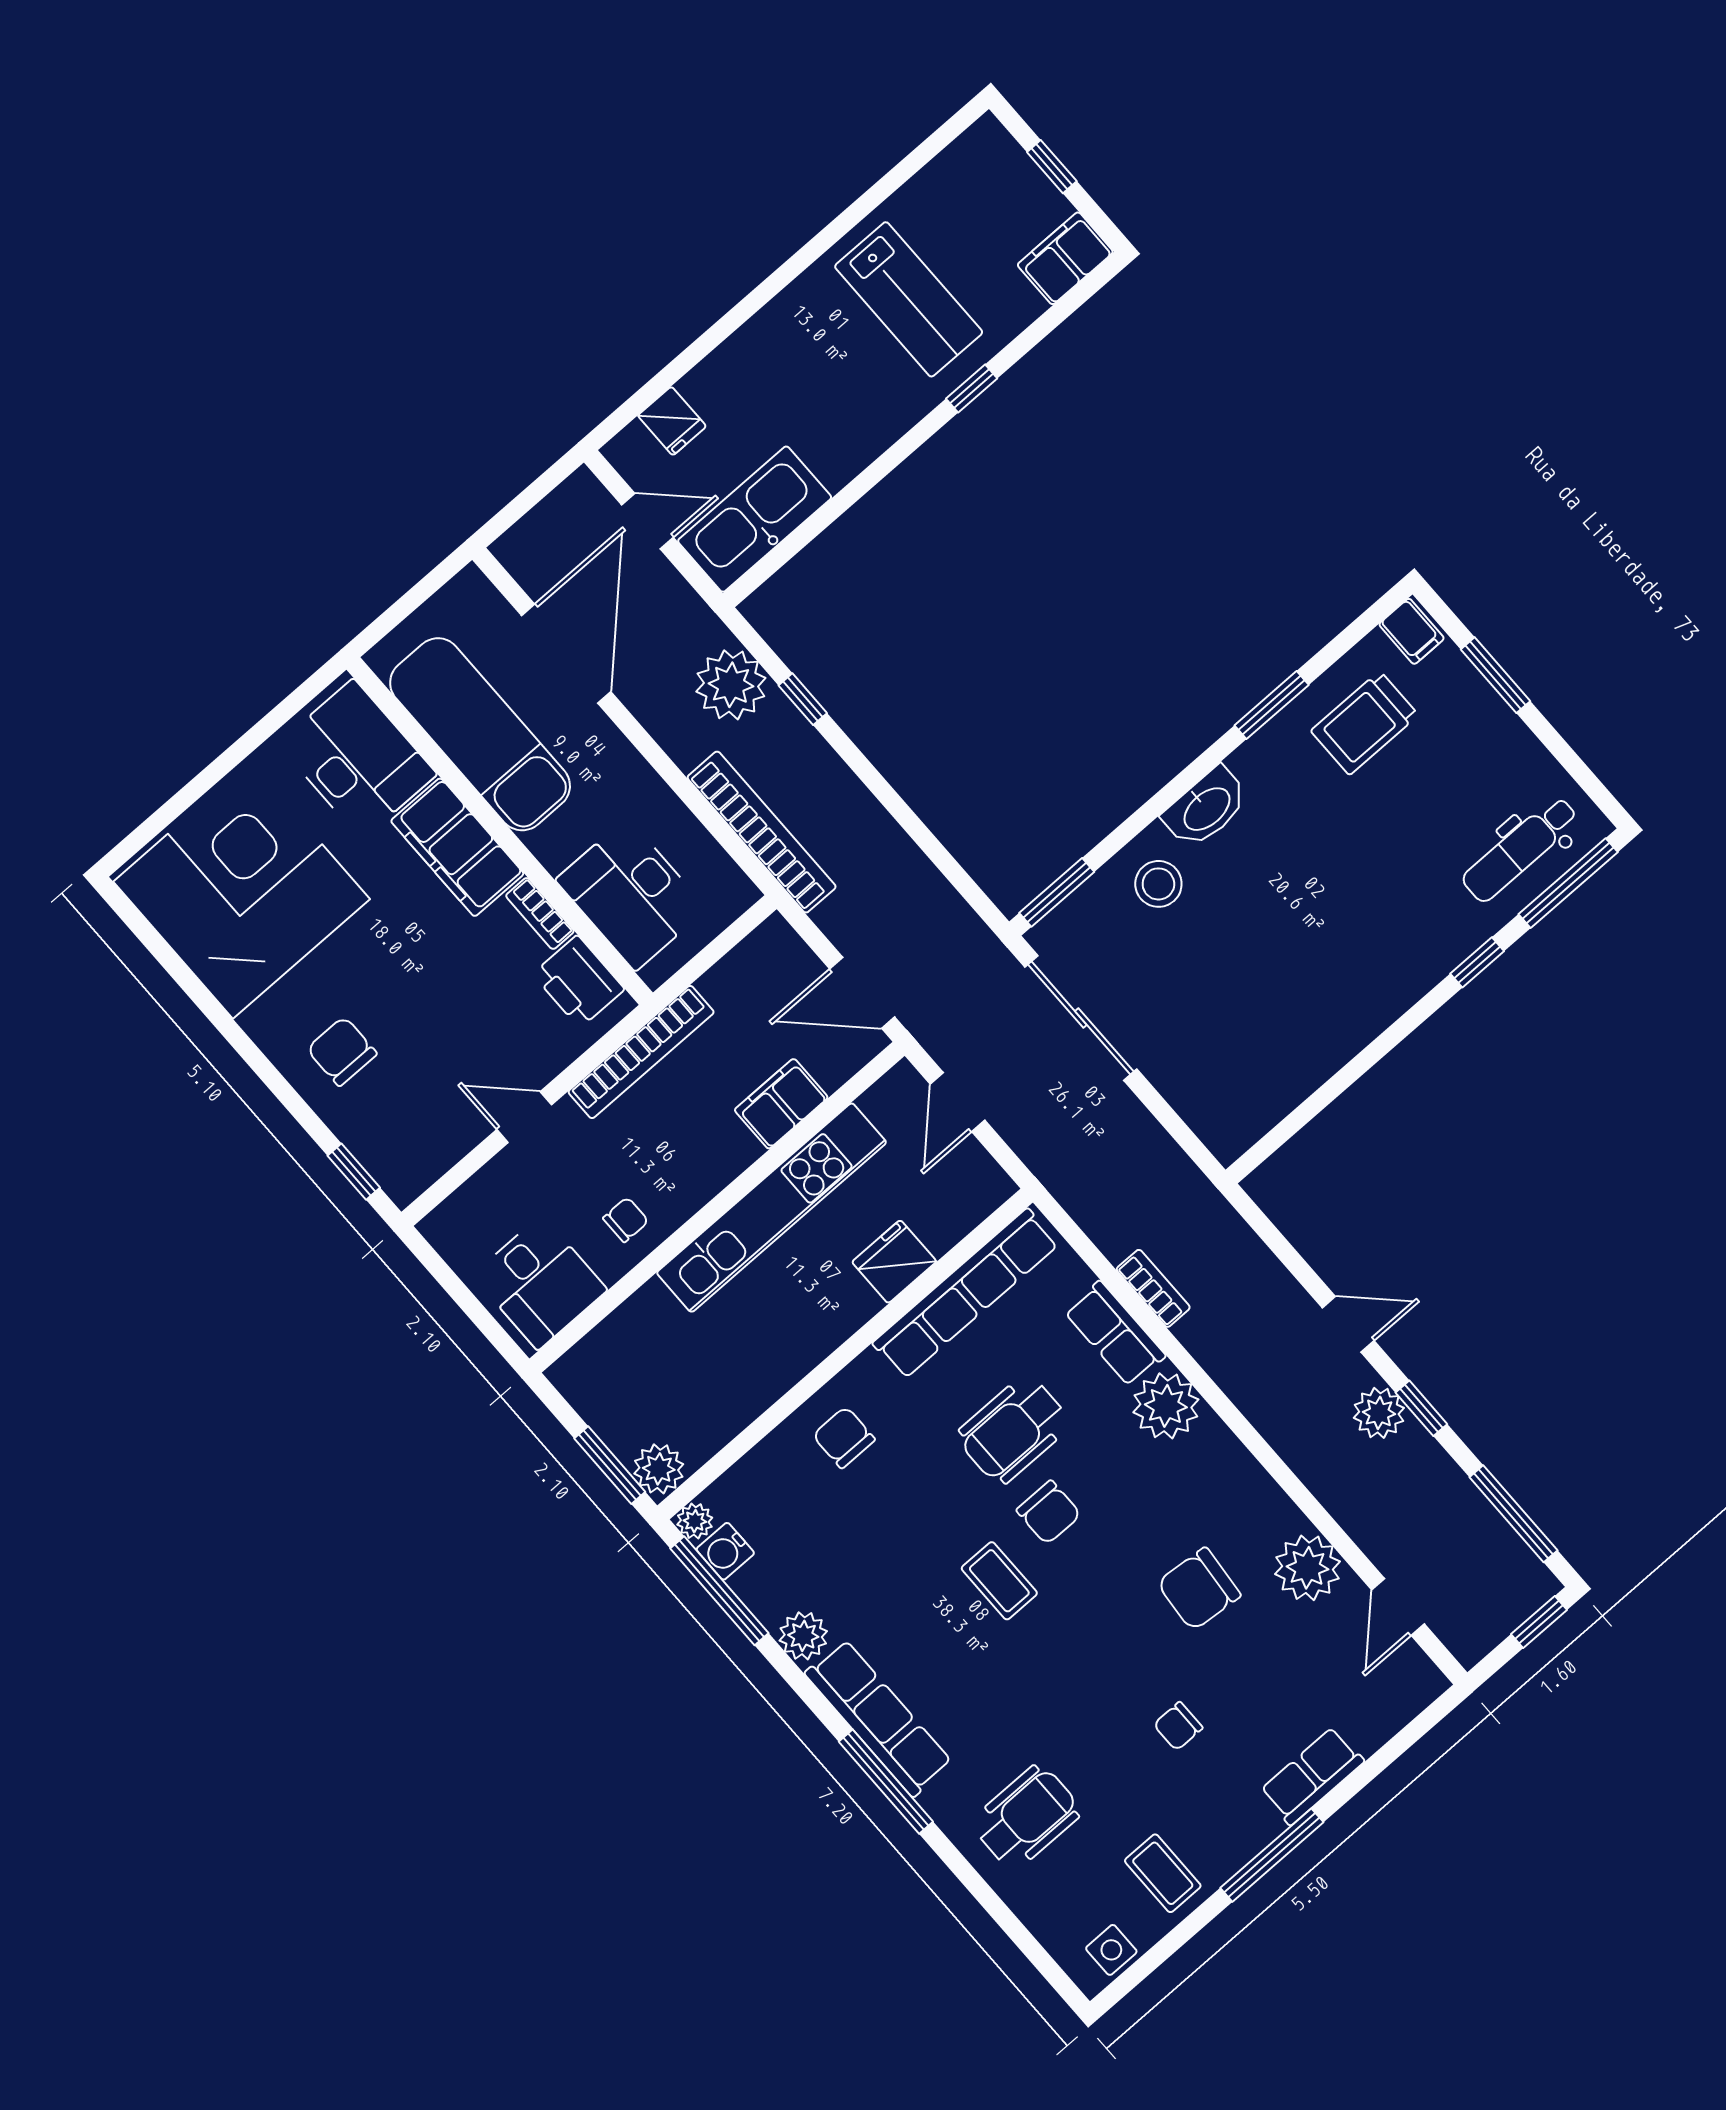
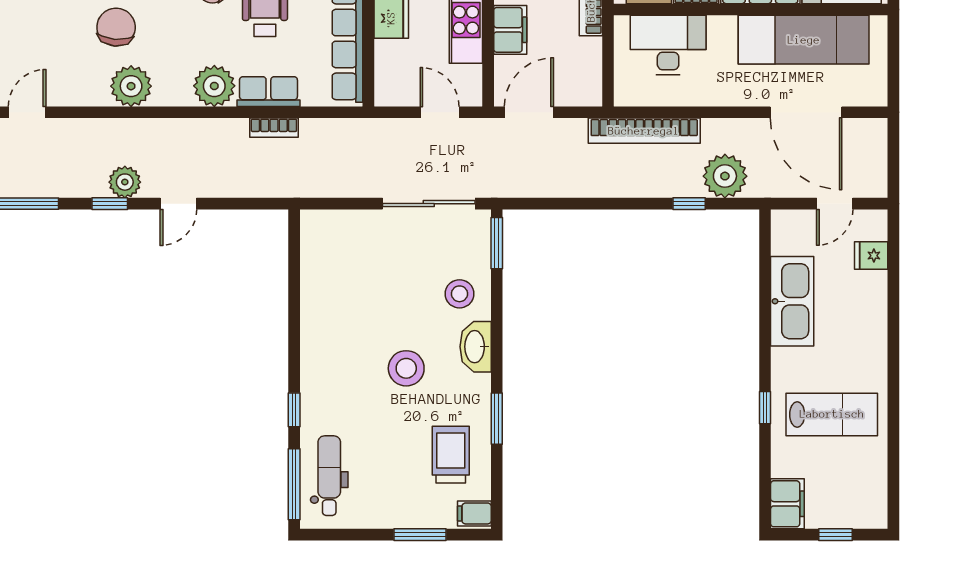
lab bench: (909, 299) -> (832, 414), turned 180
kitchen sink: (755, 519) -> (792, 301), moved
stool: (1307, 870) -> (406, 368), added
plant: (1307, 1568) -> (131, 86), moved
door: (1398, 1607) -> (27, 112), hinge flipped

